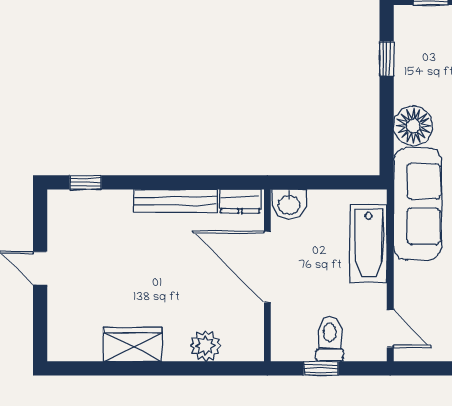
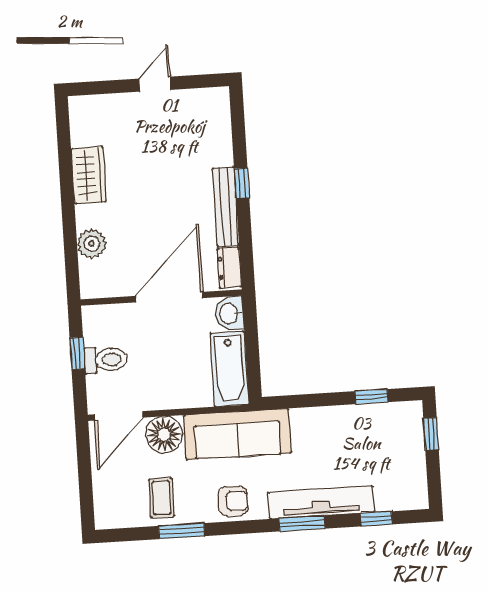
floor lamp: (413, 126) -> (164, 435), moved
window: (86, 182) -> (242, 183), moved
bathtub: (368, 244) -> (229, 369), moved, turned -90
door: (390, 329) -> (119, 416), width x1.38

